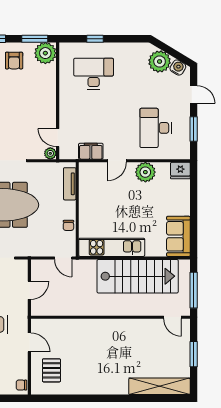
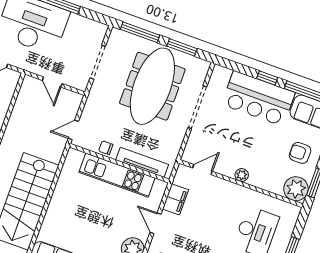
plant: (50, 153) -> (242, 175), moved
tv unit: (70, 184) -> (142, 162), width x1.41
kitchen unit: (112, 247) -> (117, 175), moved, turned 90

